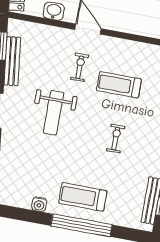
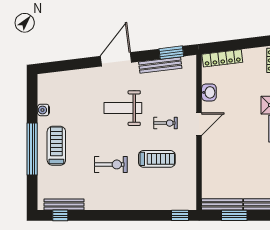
treadmill: (119, 85) -> (157, 159), turned 90
exercise bike: (116, 138) -> (111, 164), width x1.38, depth x1.39

